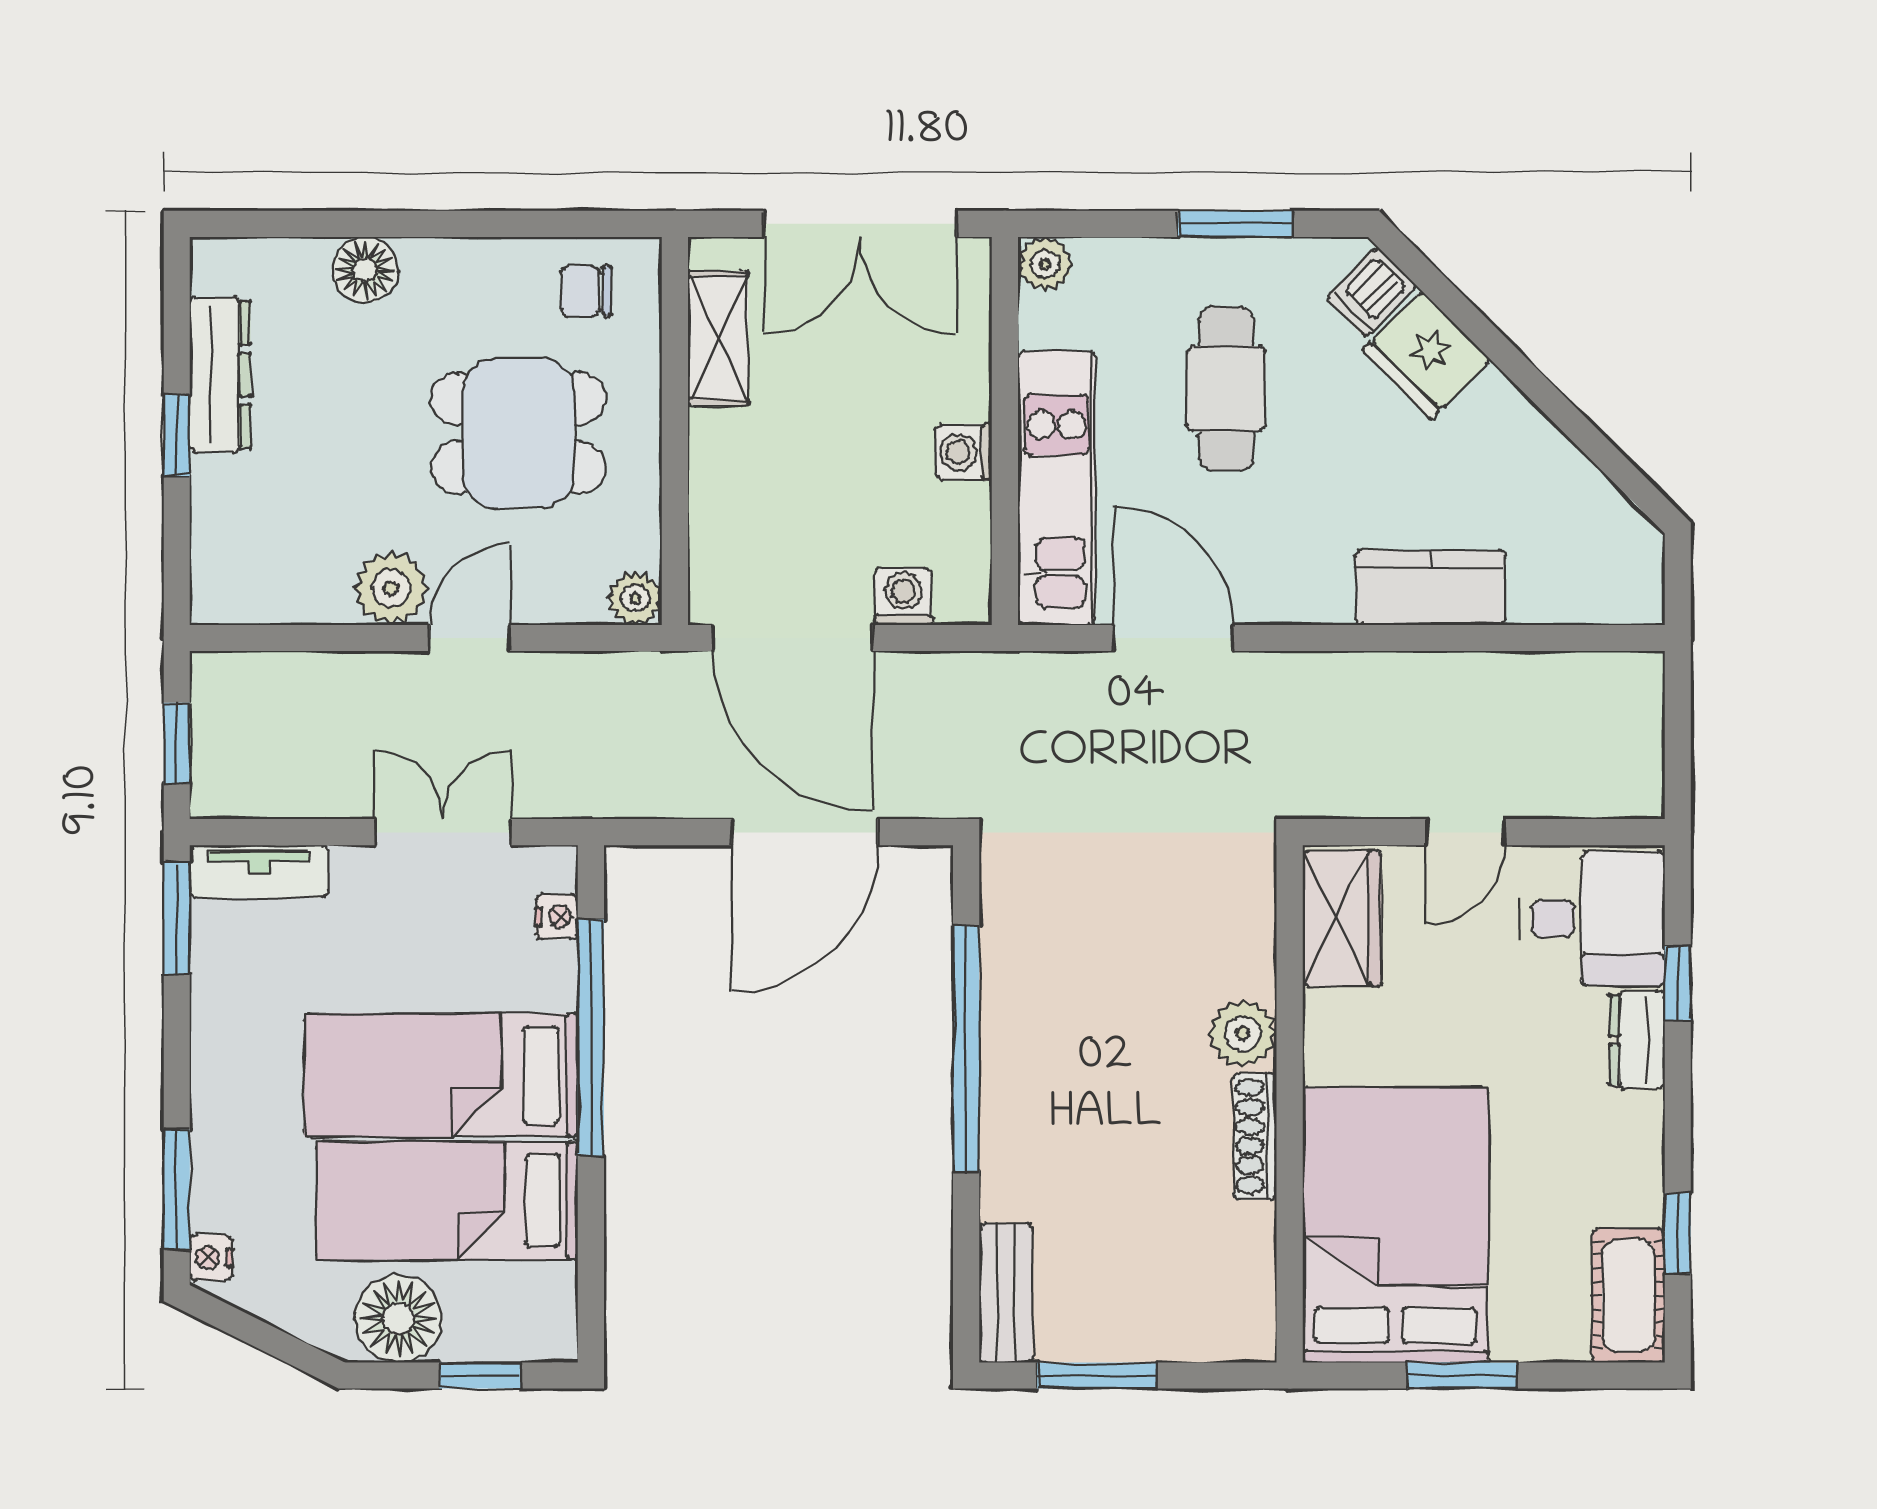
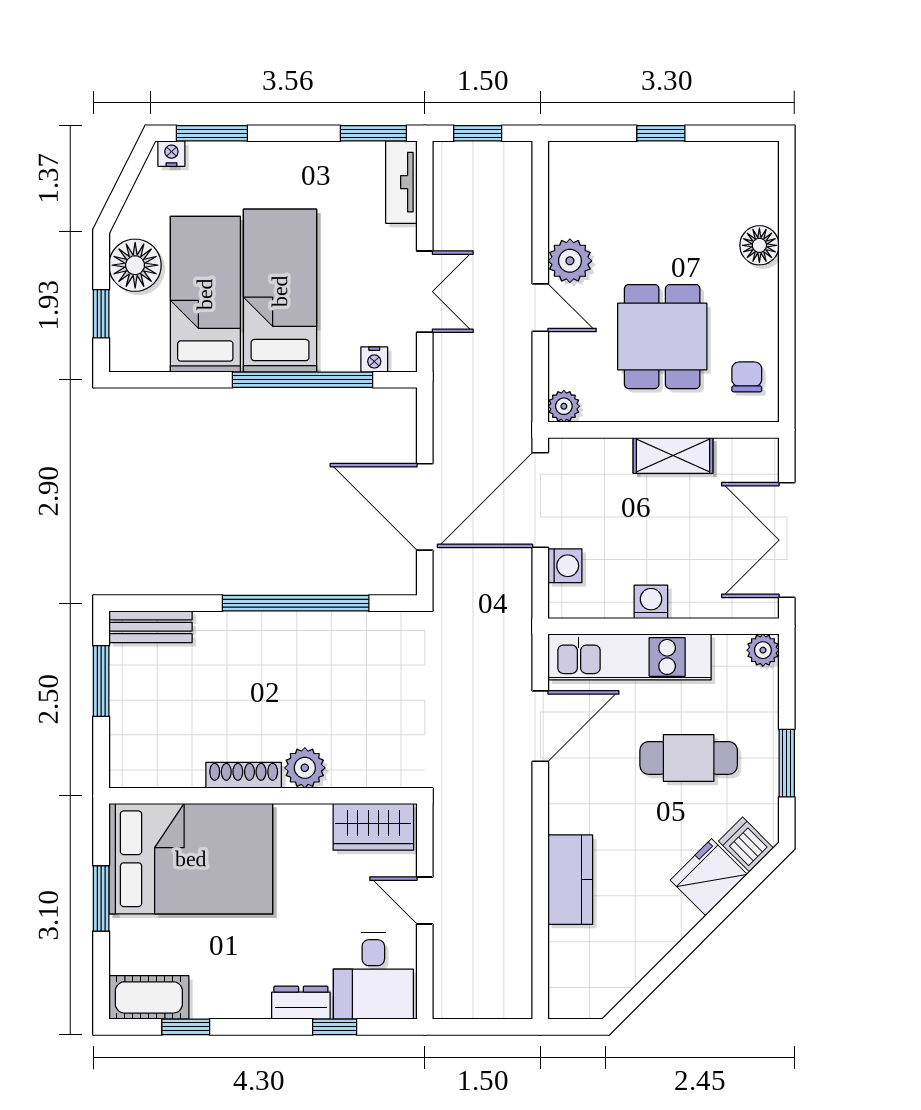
shelving: (718, 338) -> (673, 455), moved
dresser: (220, 375) -> (697, 159), removed

